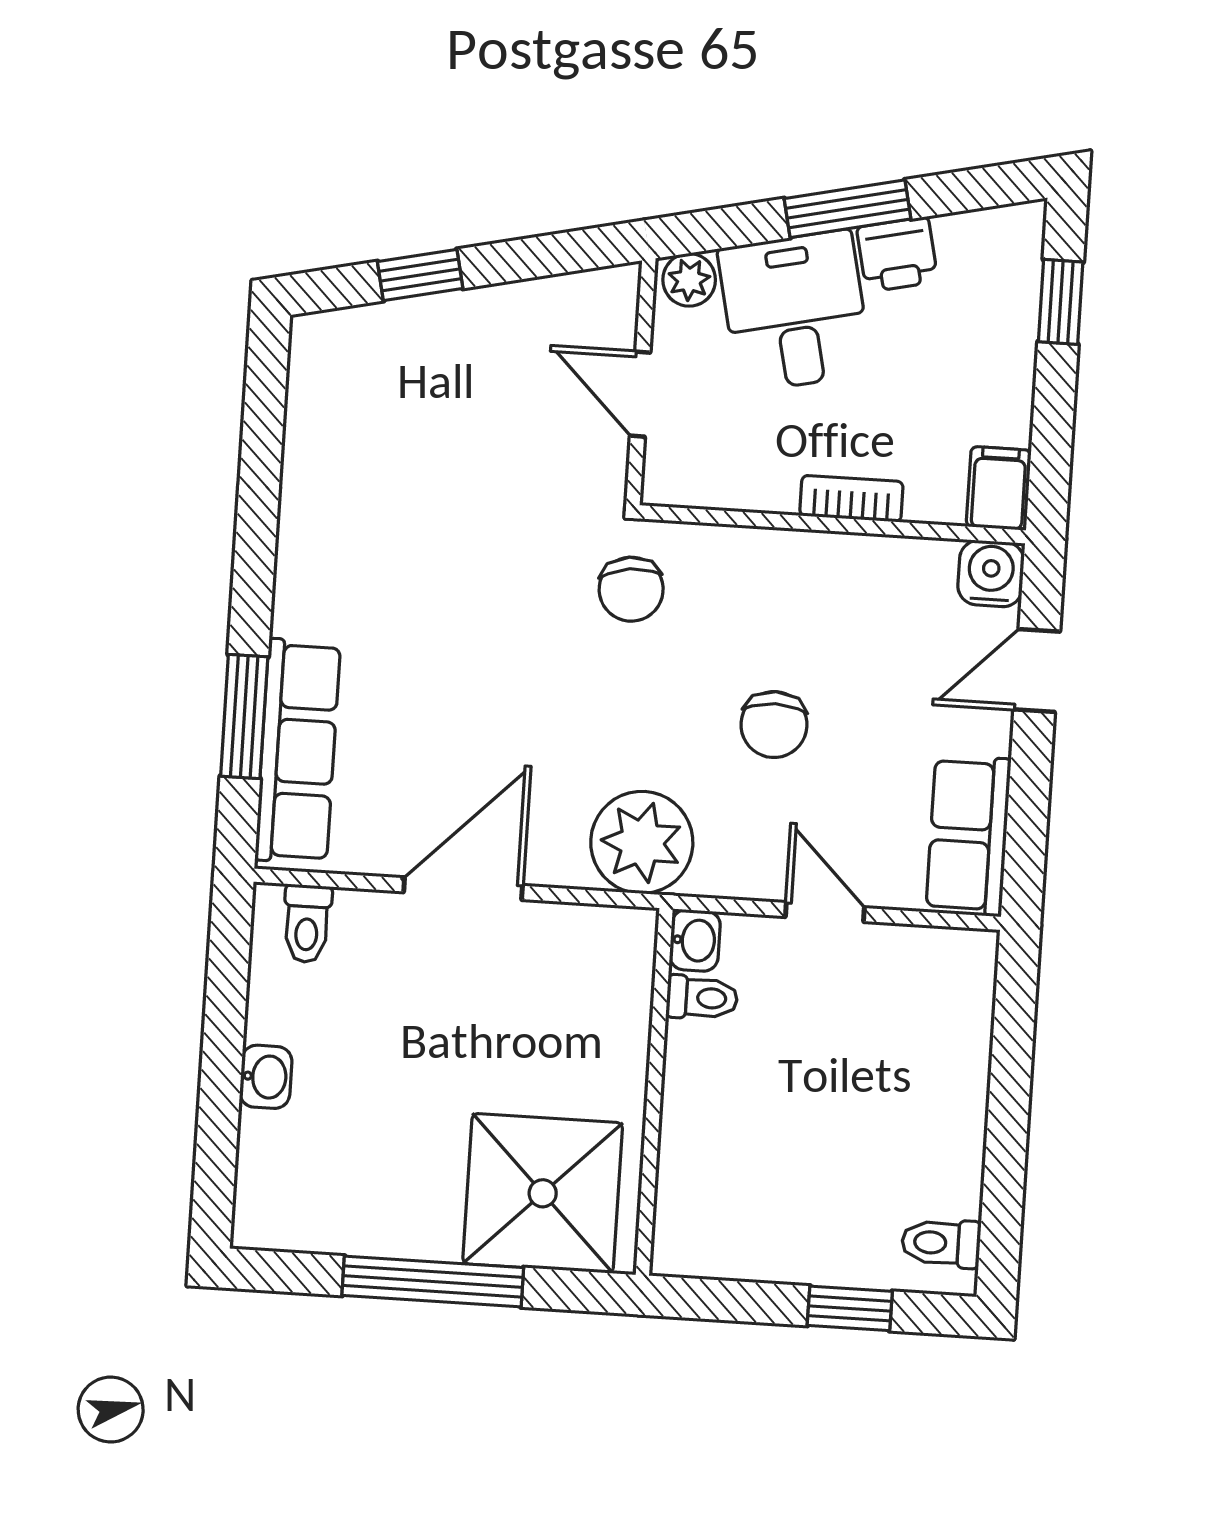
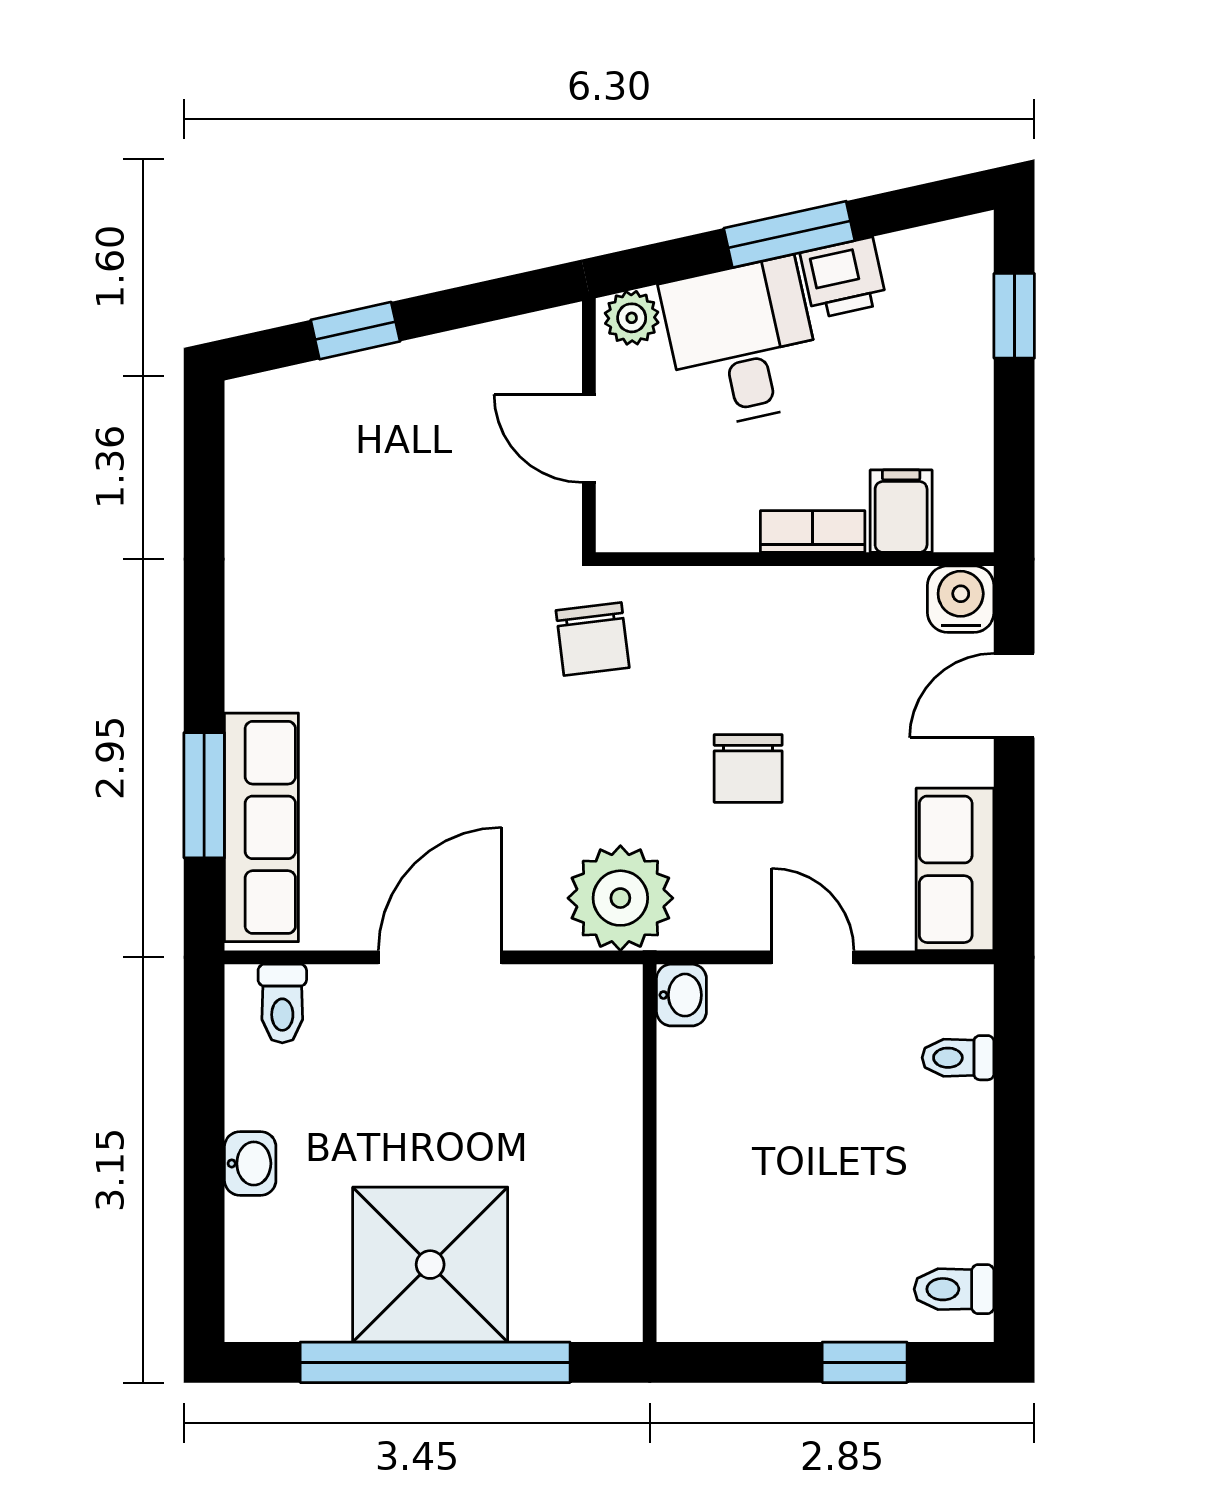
filing cabinet: (999, 488) -> (901, 511), moved
toilet: (702, 998) -> (958, 1058), moved, turned 180
shower: (543, 1193) -> (430, 1265), moved
window: (433, 1281) -> (435, 1362), width x1.46

